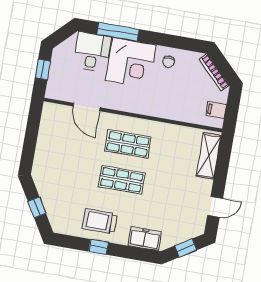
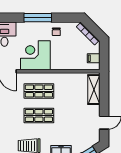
window: (118, 32) -> (38, 18), moved
corner desk: (131, 63) -> (35, 55), moved, turned 180

